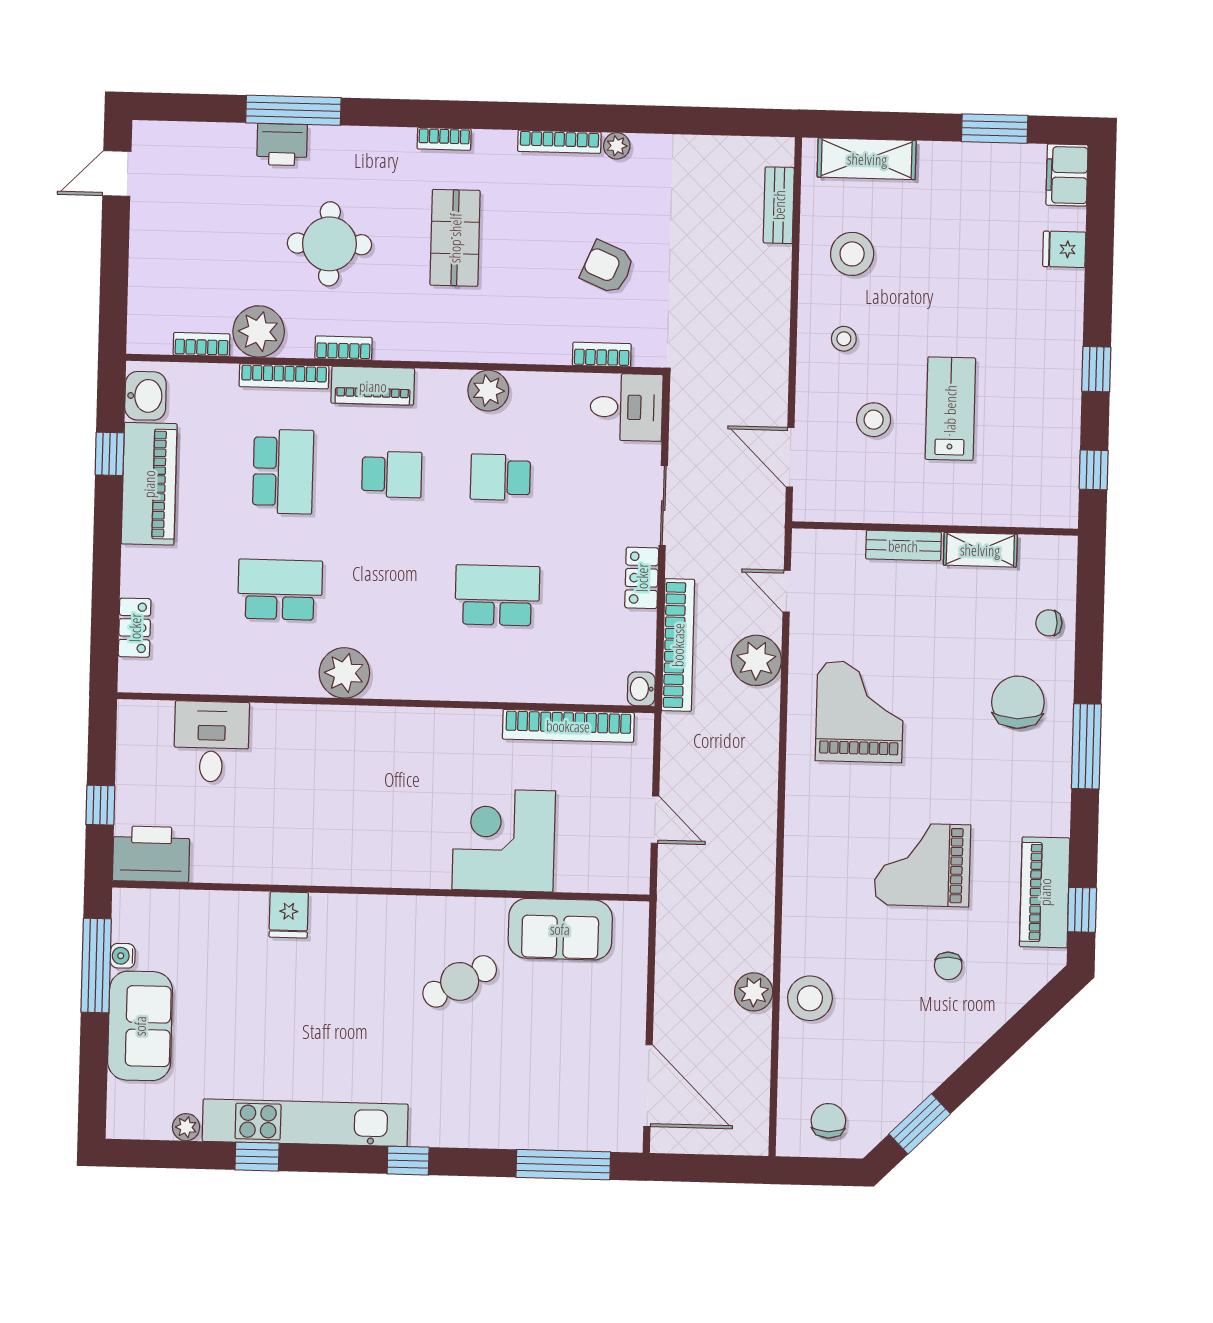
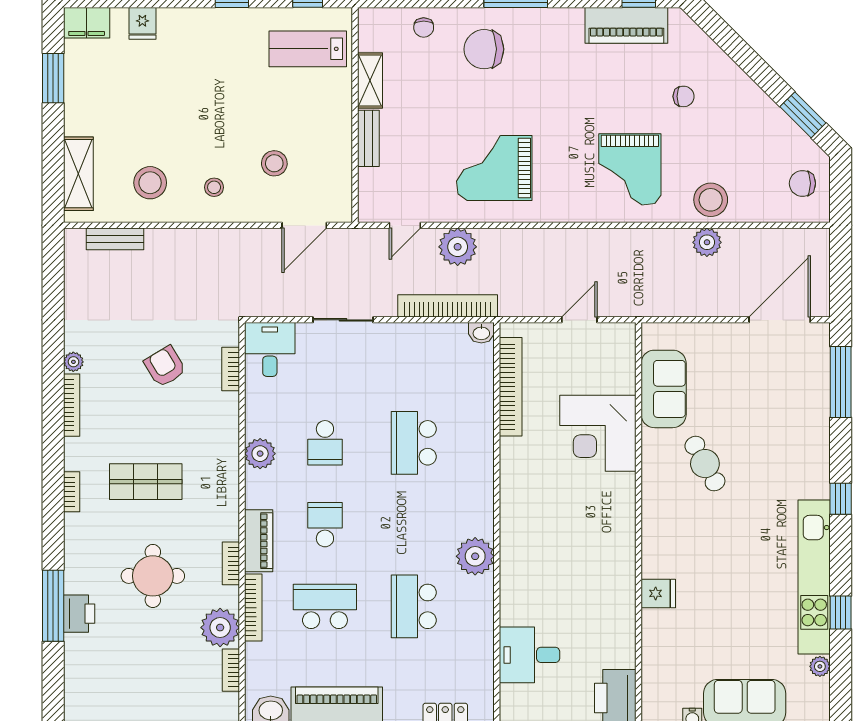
armchair: (607, 267) -> (165, 366), turned 126
lab bench: (950, 409) -> (308, 49), moved
locker: (642, 578) -> (398, 335), removed
grand piano: (922, 865) -> (630, 169), moved

